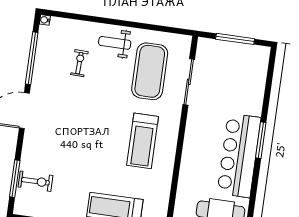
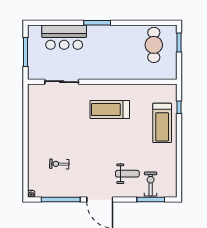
weight bench: (115, 43) -> (127, 174), moved, turned -90
exercise mat: (150, 71) -> (58, 111), removed
treadmill: (143, 141) -> (110, 109), turned 180
bar counter: (239, 155) -> (64, 37), moved, width x0.73

